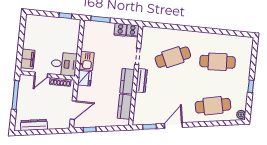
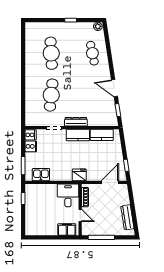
cafe table: (173, 57) -> (51, 95), turned 30
kitchen sink: (87, 61) -> (41, 175), moved
cafe table: (213, 106) -> (92, 53), width x0.73, depth x0.74
door: (73, 110) -> (110, 182), hinge flipped

